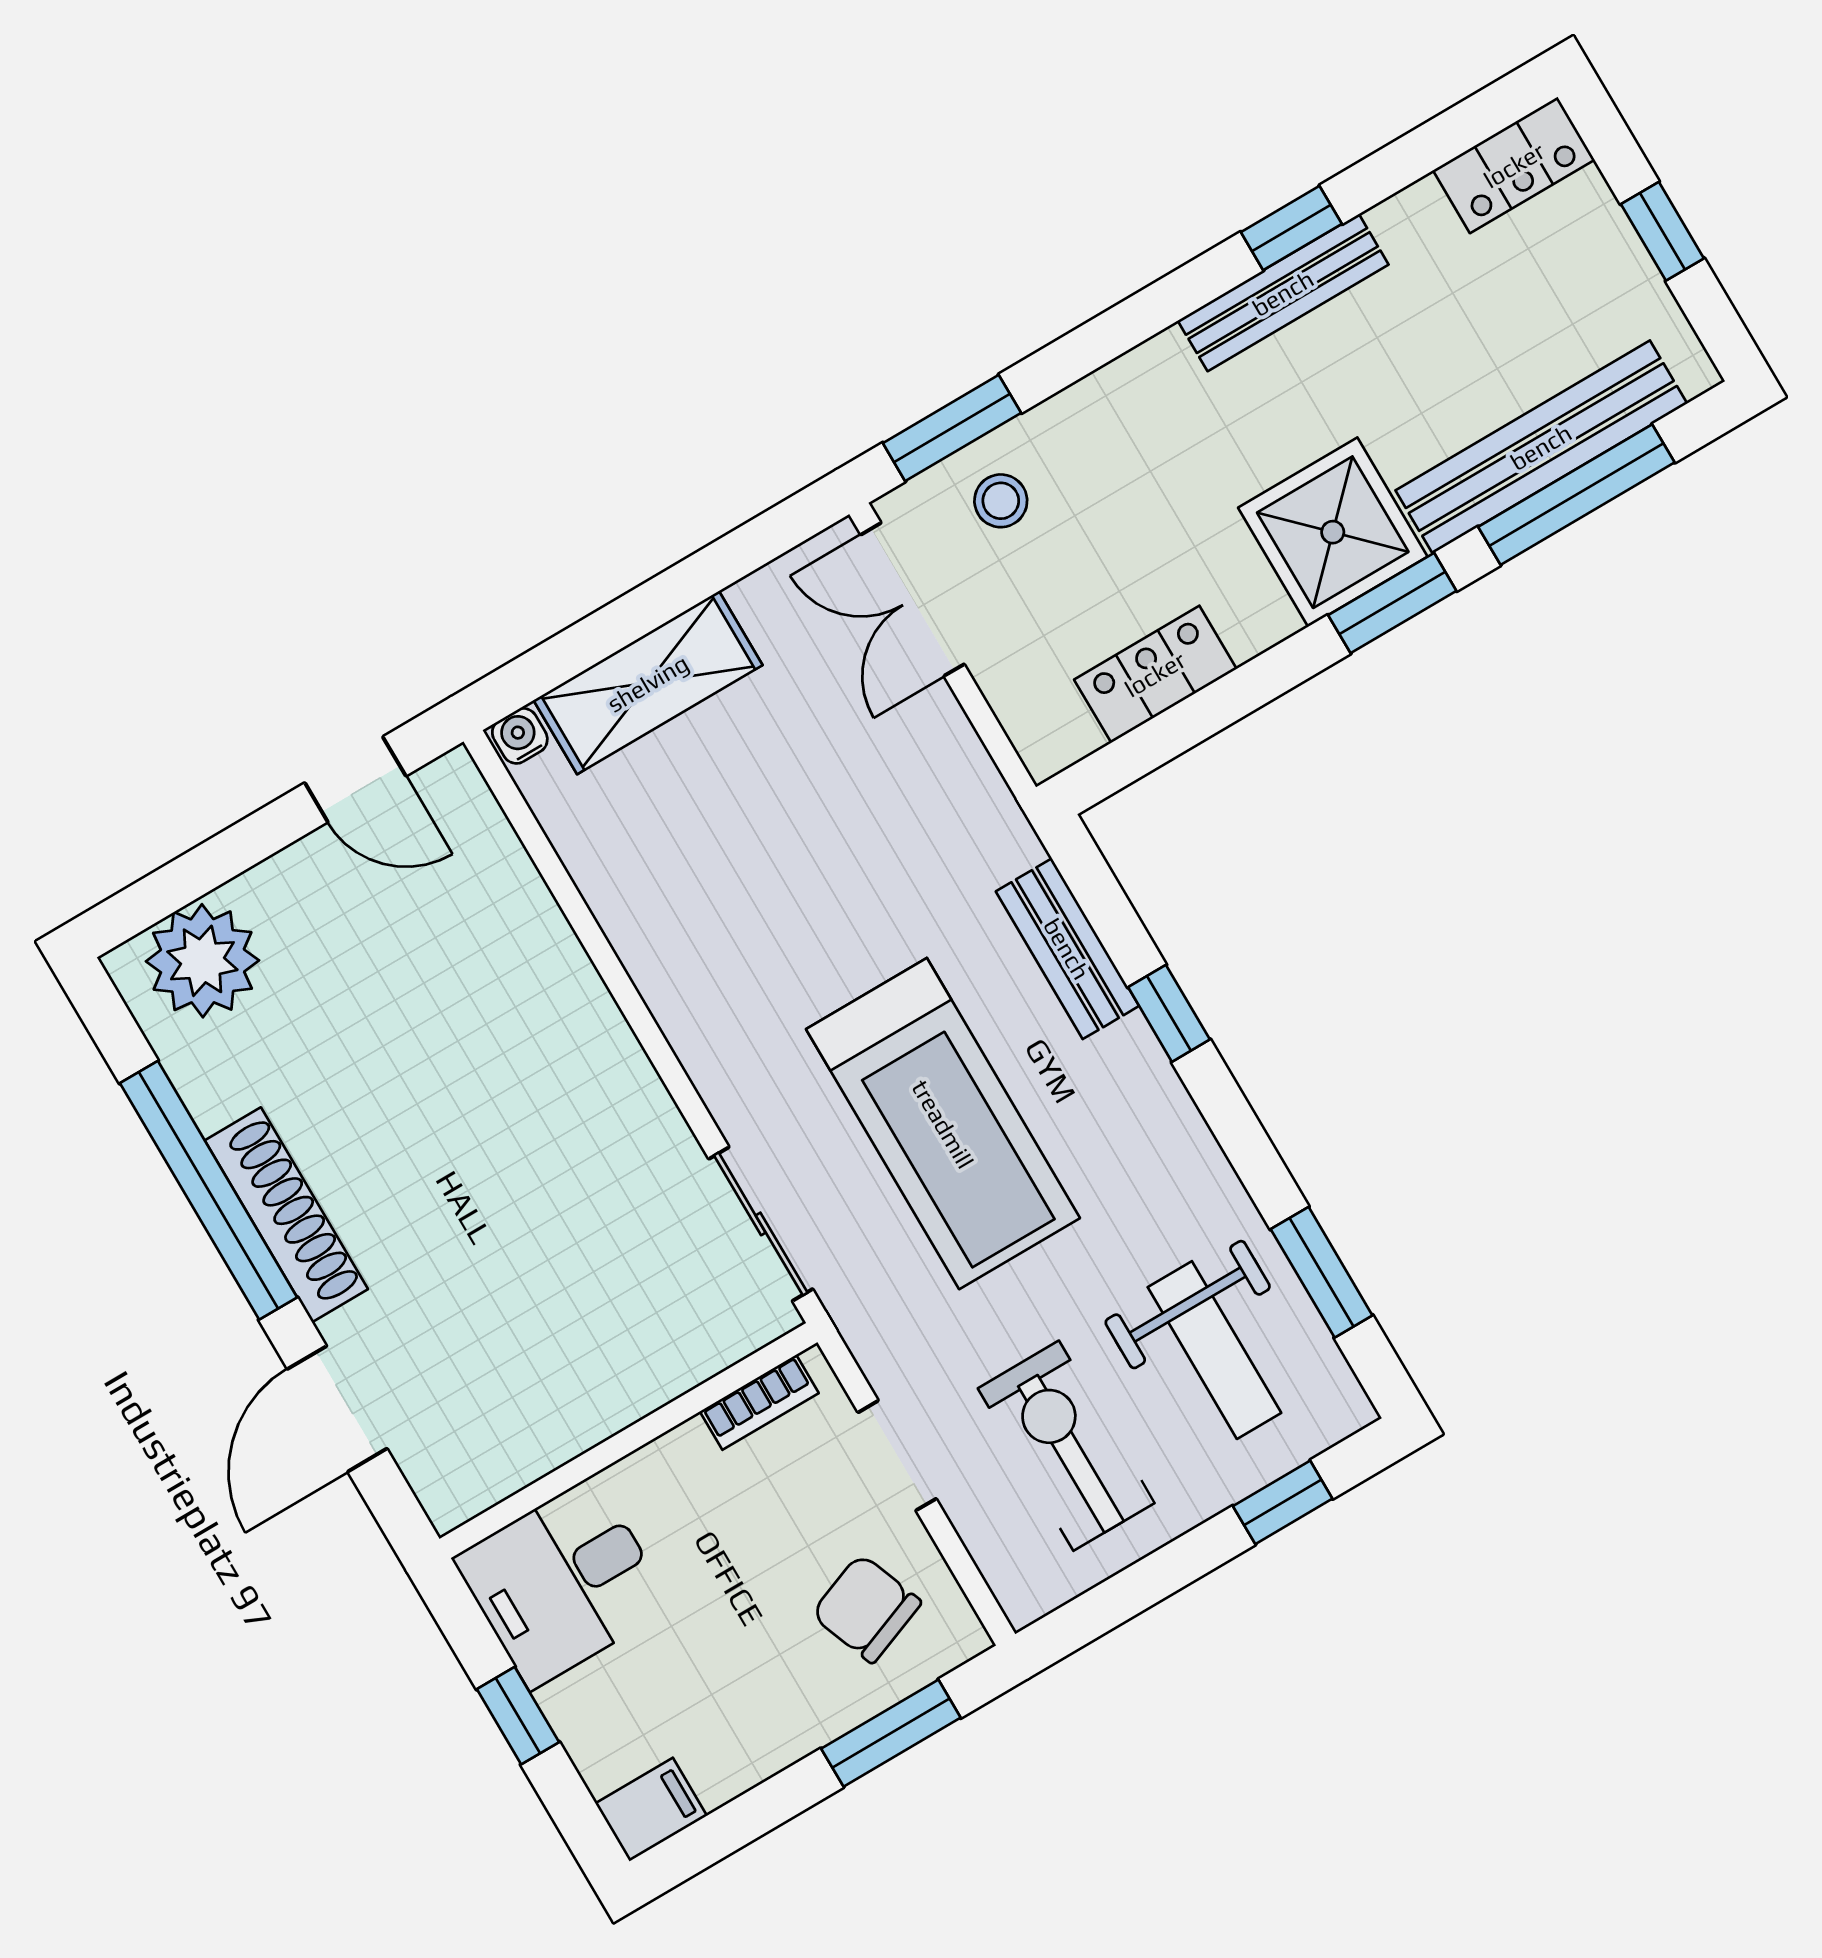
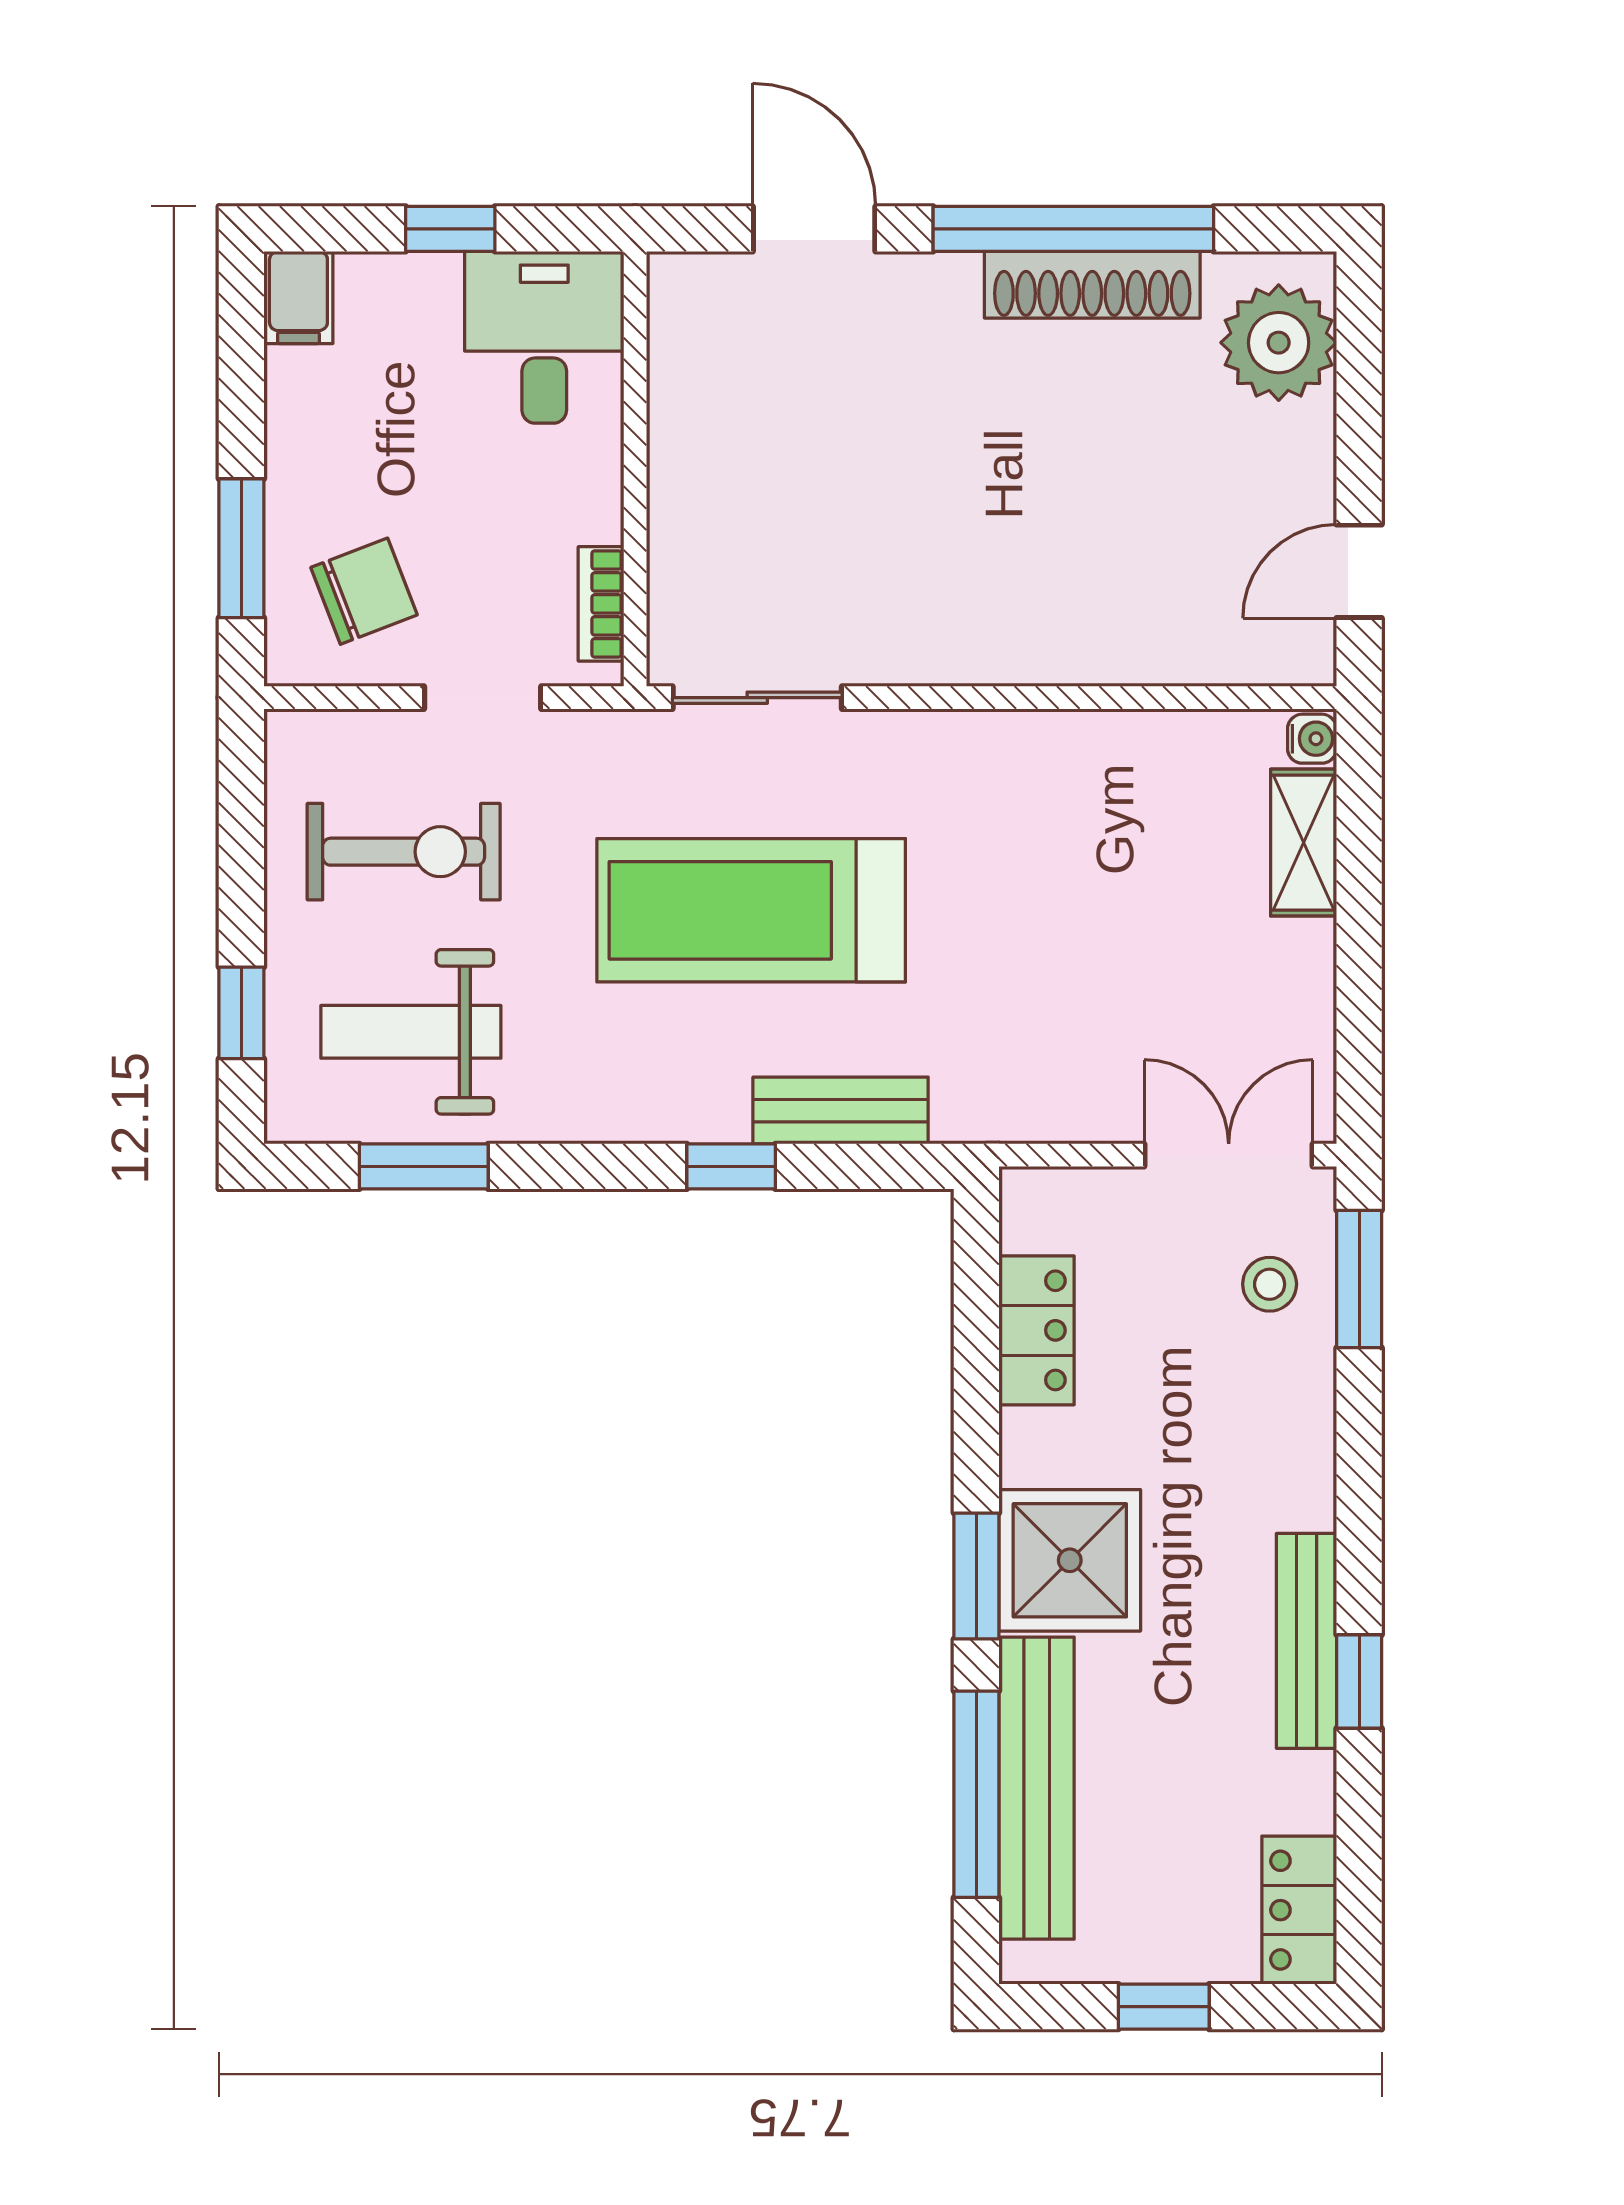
shelving: (648, 683) -> (1304, 843), width x0.67, depth x0.75
shoe rack: (286, 1215) -> (1092, 285), moved

